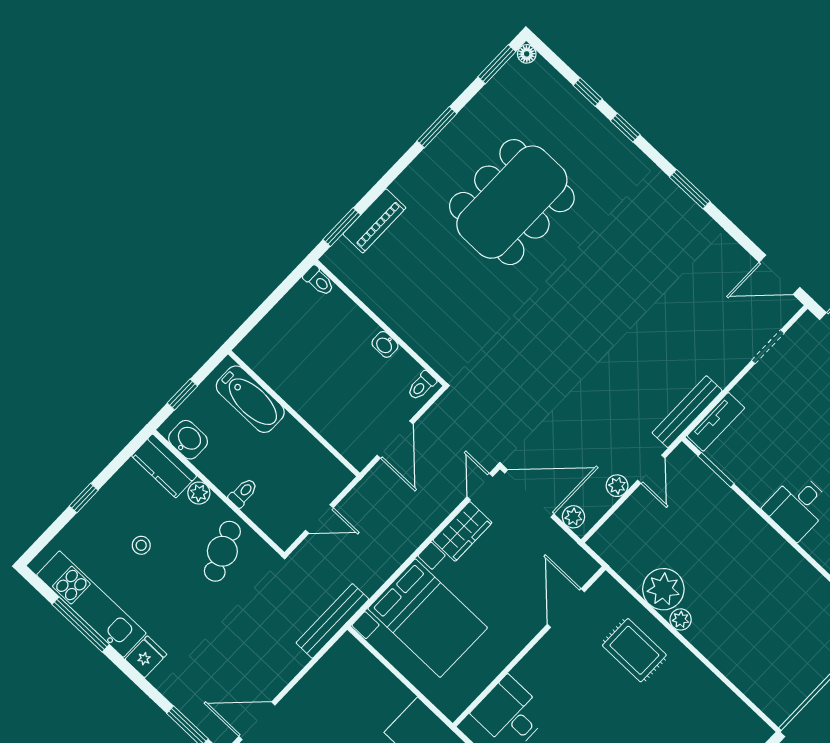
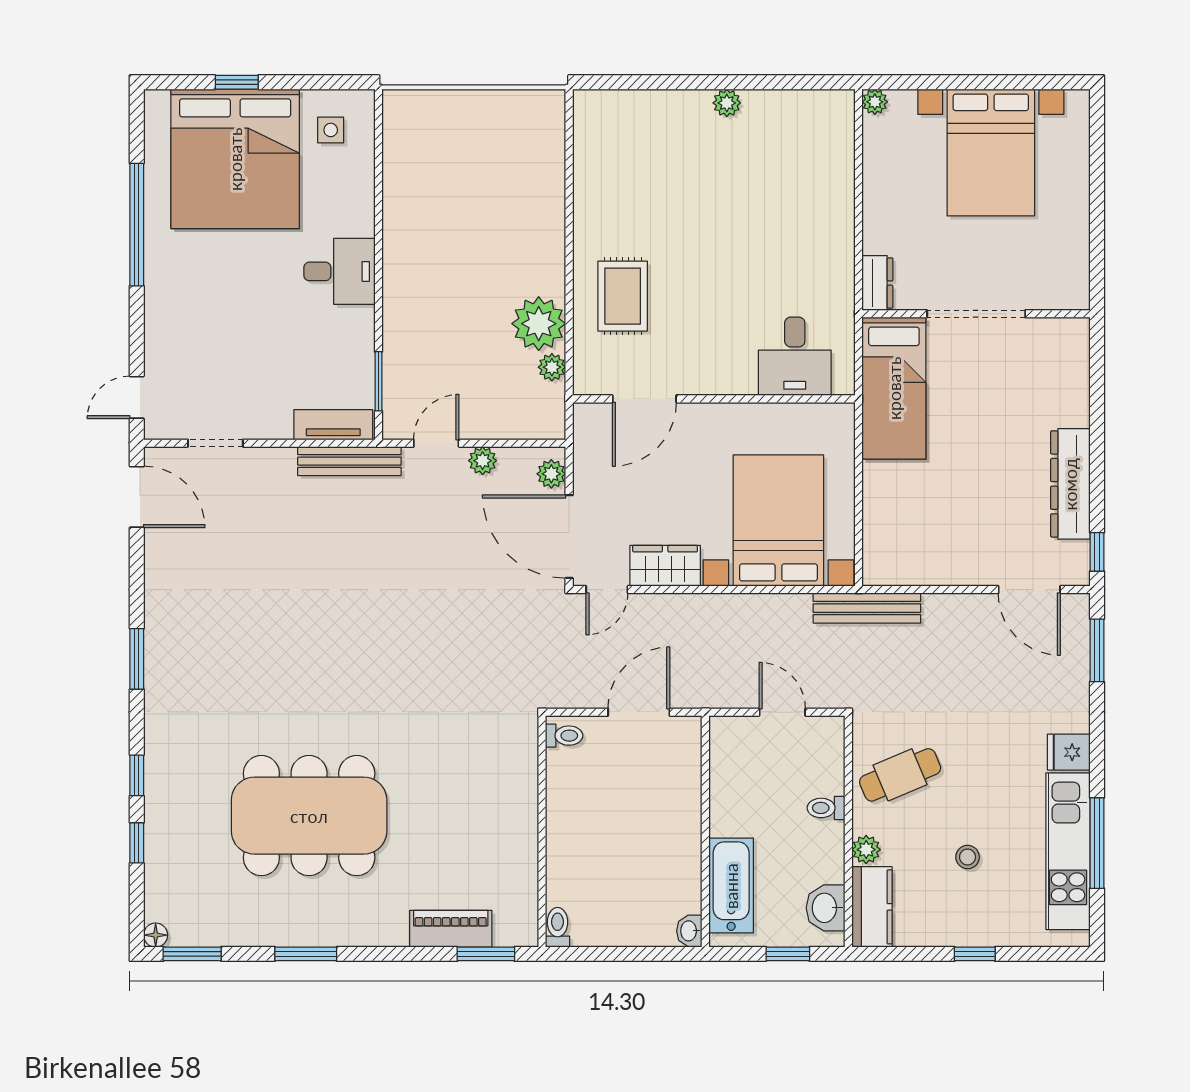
washbasin: (385, 344) -> (689, 931), moved, turned 180
plant: (681, 619) -> (552, 367), moved

